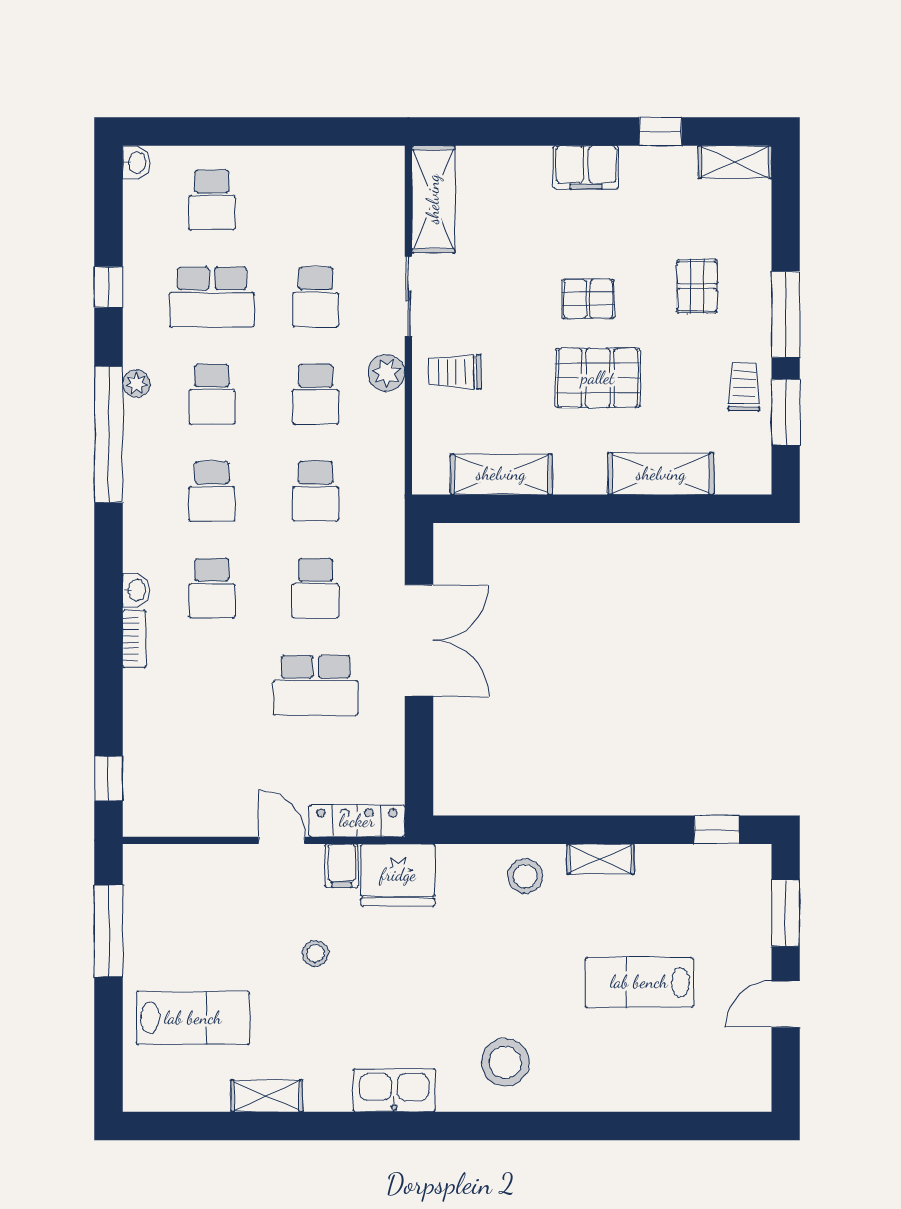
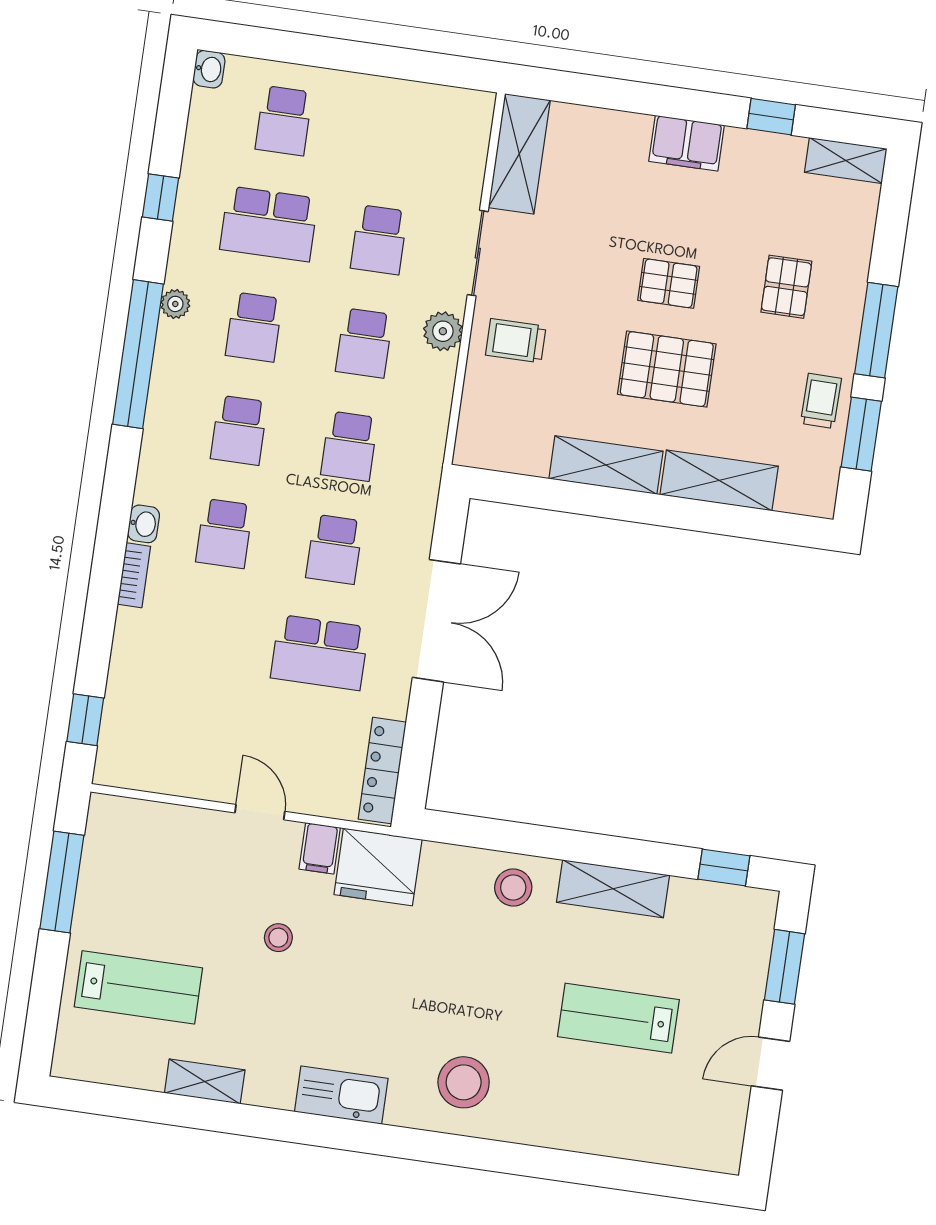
shelving: (501, 474) -> (606, 465), moved
locker: (357, 821) -> (382, 771), moved, turned -90
shelving: (601, 859) -> (613, 889), width x1.50, depth x1.33

